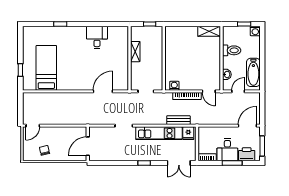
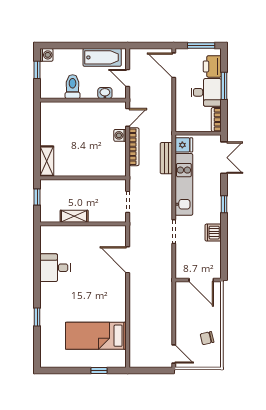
shelving: (209, 31) -> (47, 161), moved
washing machine: (174, 86) -> (120, 135), moved
dishwasher: (123, 155) -> (213, 233), added

